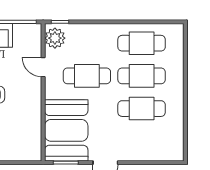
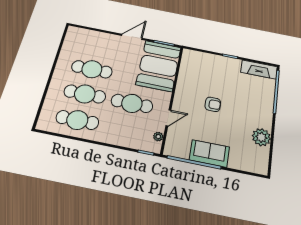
plant: (55, 38) -> (158, 137), width x0.53, depth x0.53
door: (43, 67) -> (168, 118), hinge flipped

